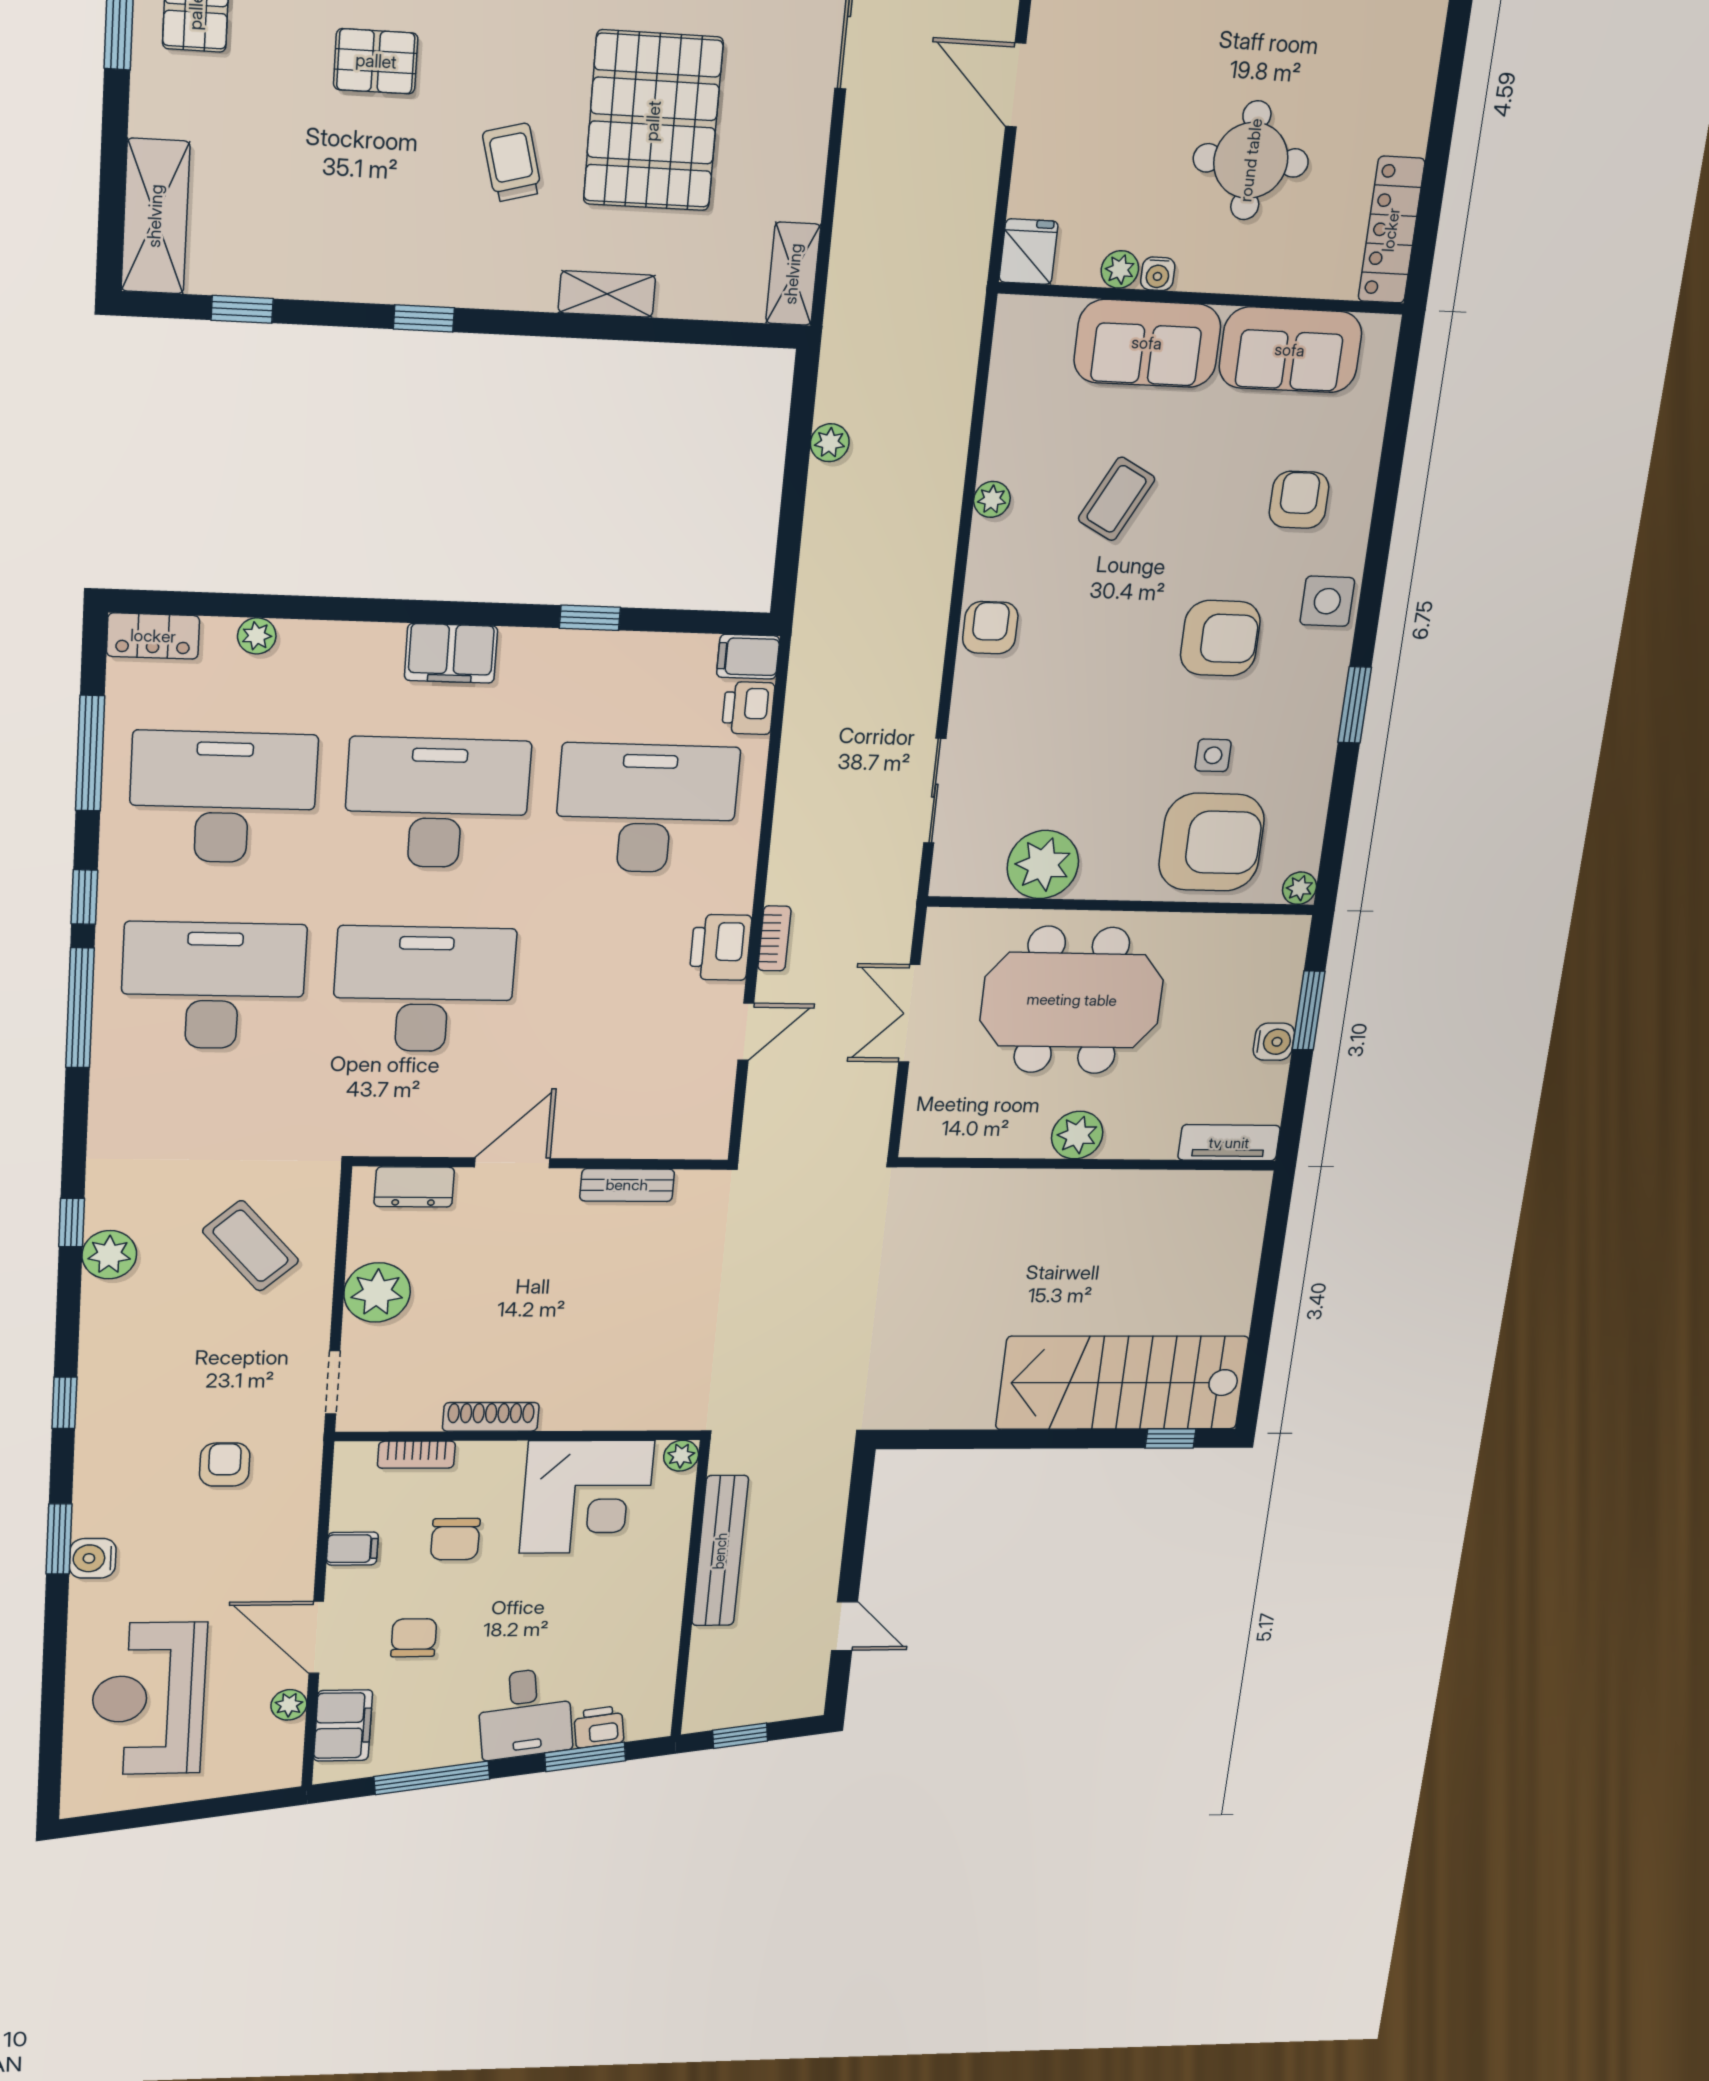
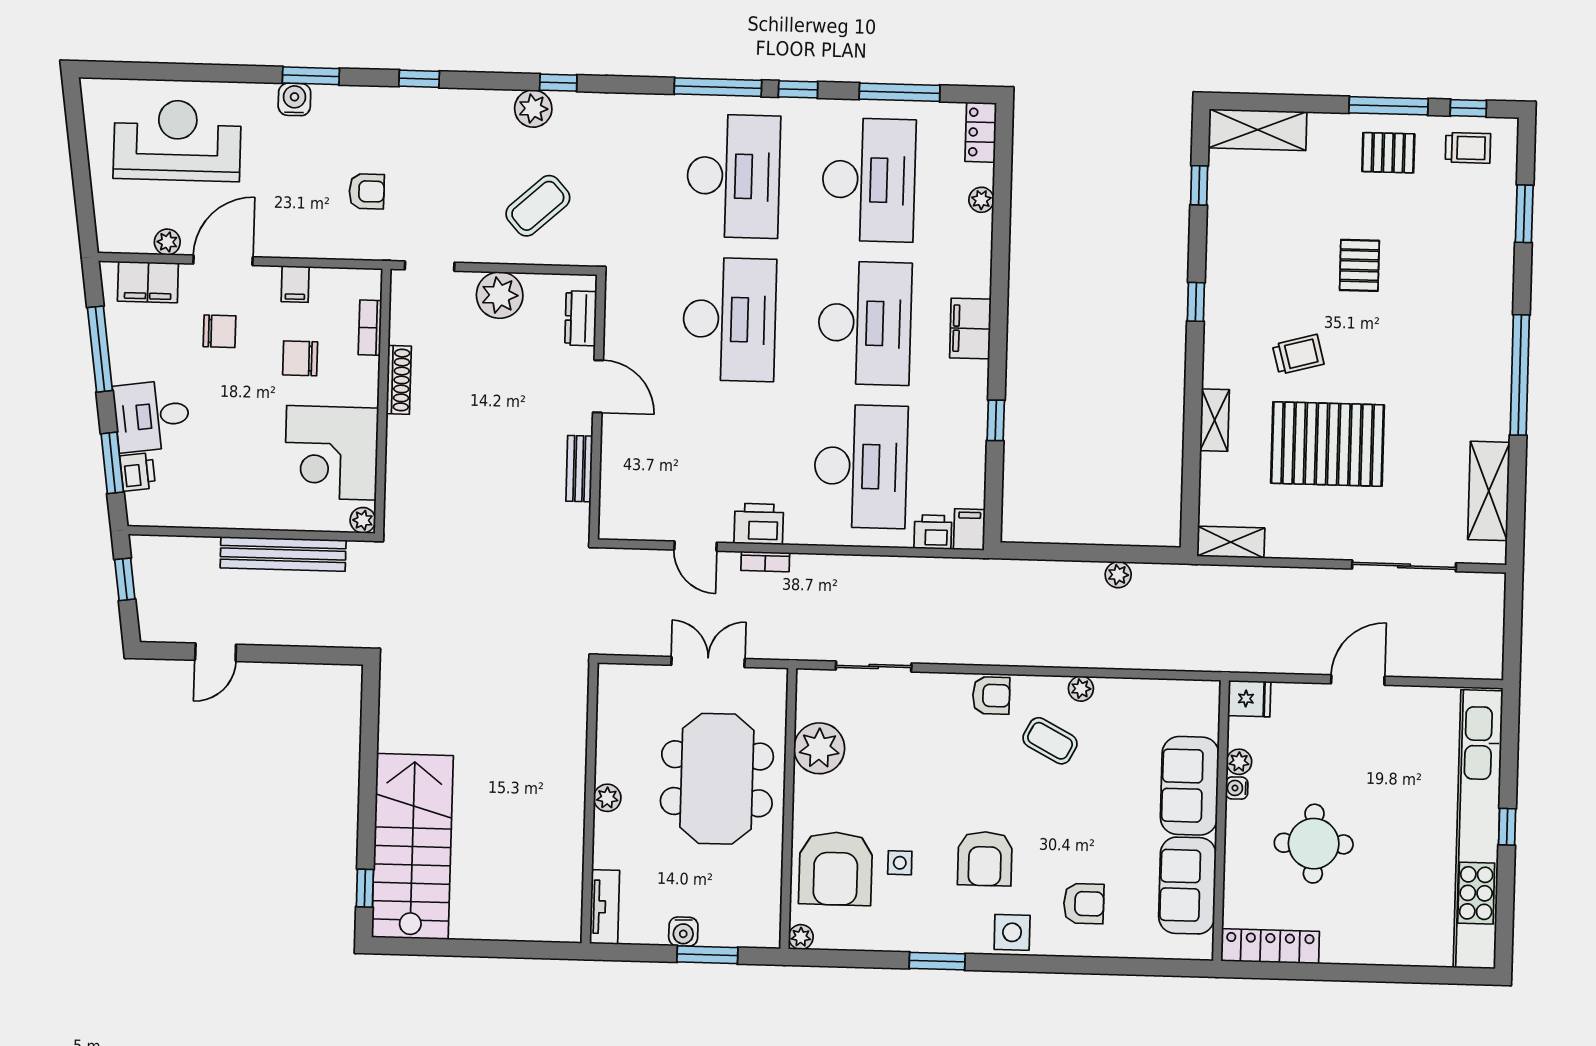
coffee table: (1117, 499) -> (1050, 741), moved
plant: (1077, 1135) -> (607, 798), width x0.73, depth x0.73

